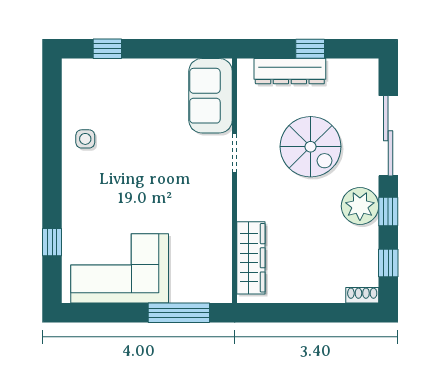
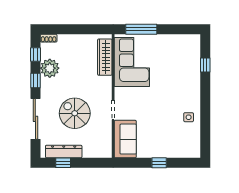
window: (107, 49) -> (159, 163), moved
window: (310, 49) -> (63, 163), moved
dresser: (290, 71) -> (64, 151), moved
plant: (360, 206) -> (50, 68), moved
corner sofa: (120, 268) -> (132, 62), moved, turned -90

